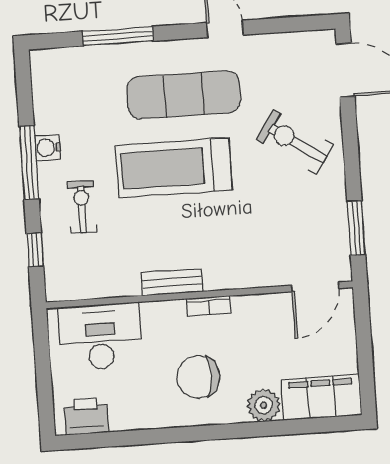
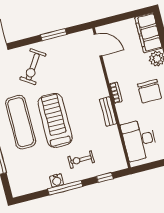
treadmill: (174, 168) -> (55, 120), turned 180
window: (356, 228) -> (54, 35), moved

